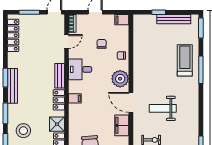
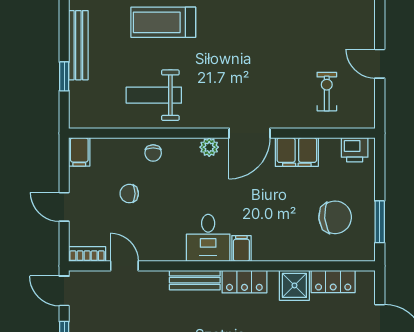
desk: (80, 69) -> (208, 238), moved
plant: (120, 79) -> (209, 147), width x0.53, depth x0.53
weight bench: (163, 108) -> (154, 95), moved, turned 90

